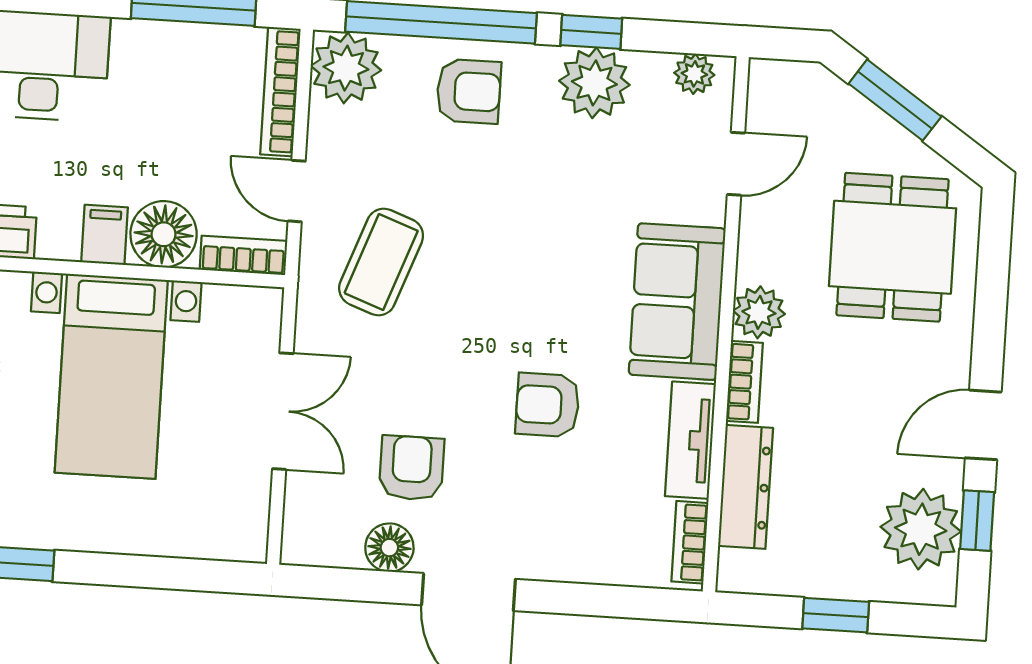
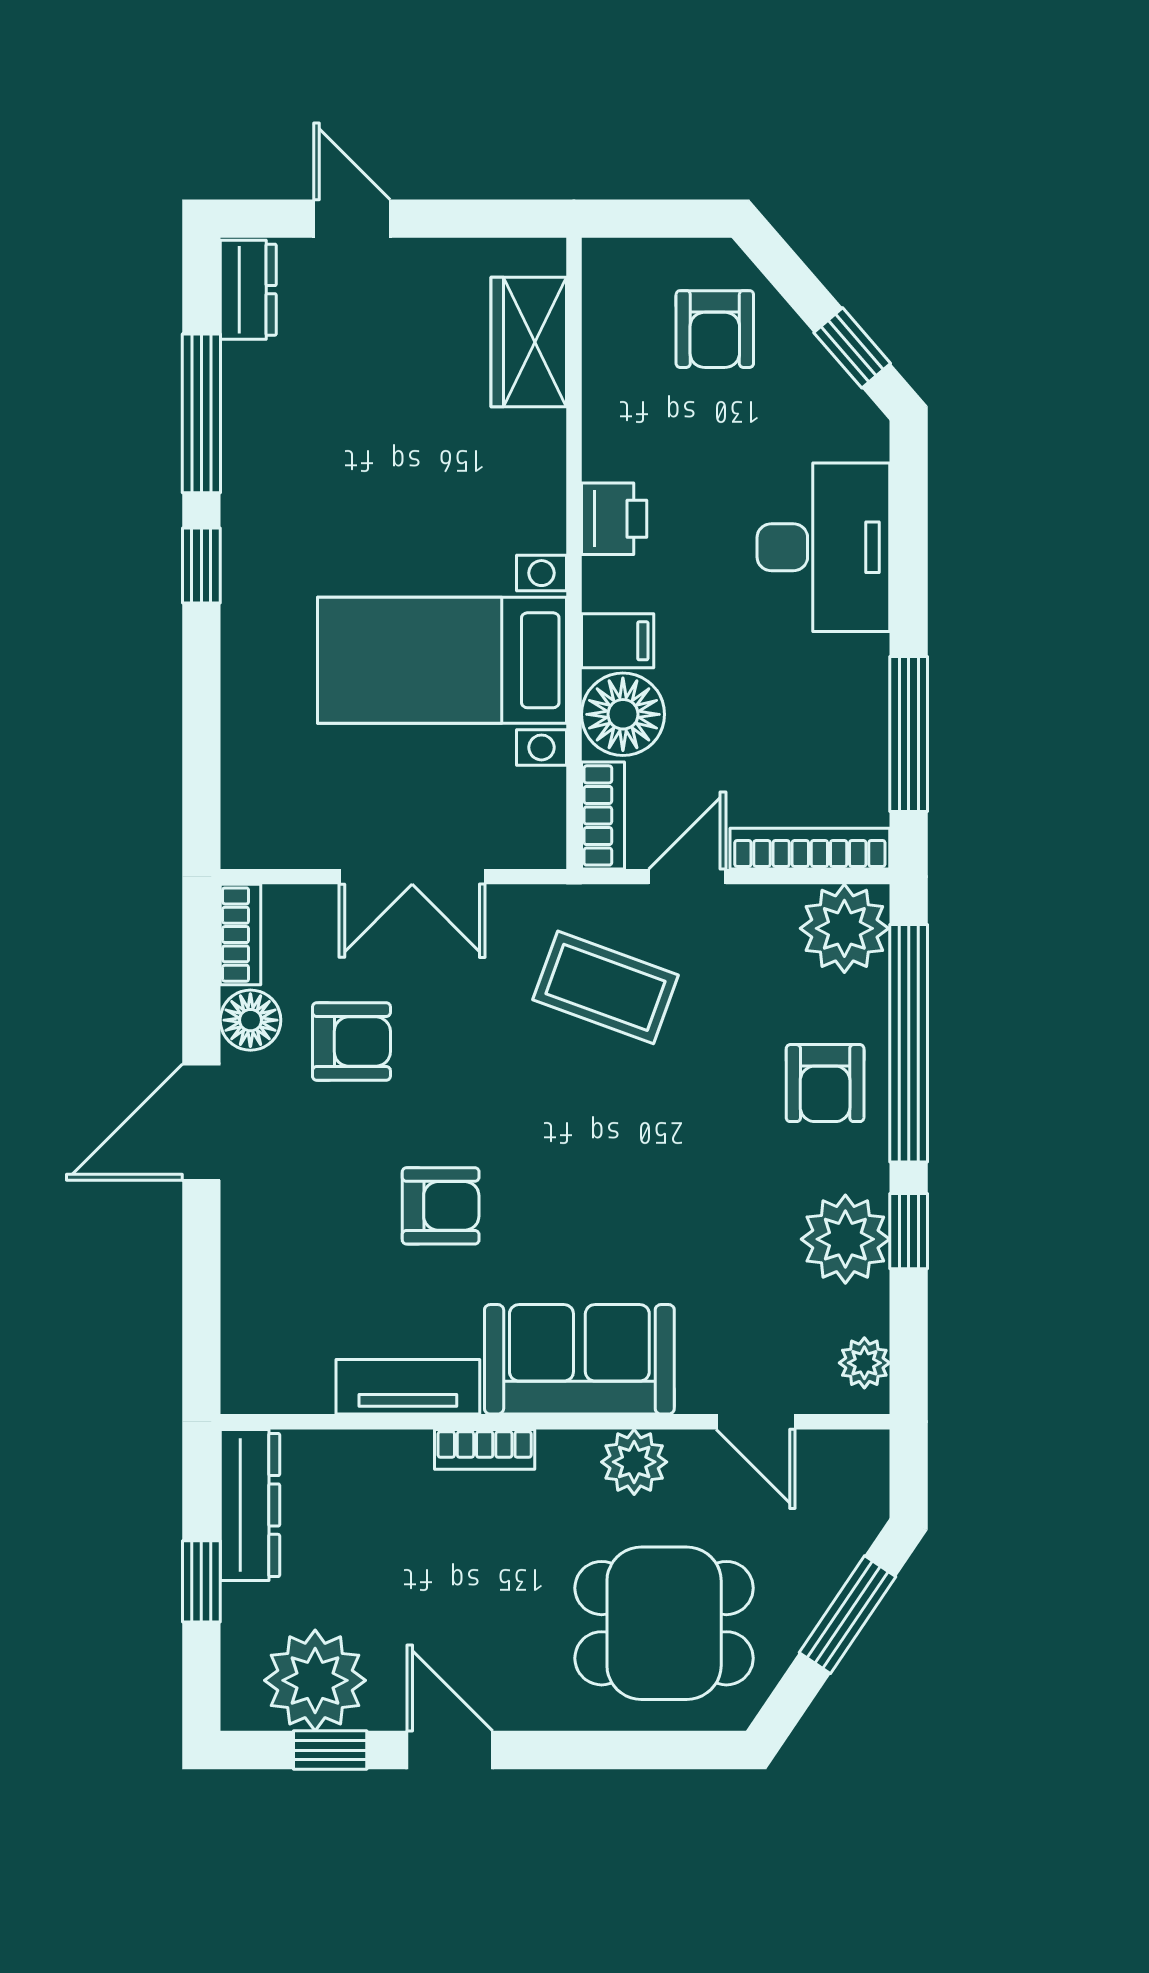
plant: (759, 312) -> (634, 1462), moved
armchair: (548, 405) -> (441, 1206), turned 90
dresser: (746, 487) -> (250, 1505), moved, turned -90
bookcase: (690, 542) -> (240, 935), moved, turned 90

